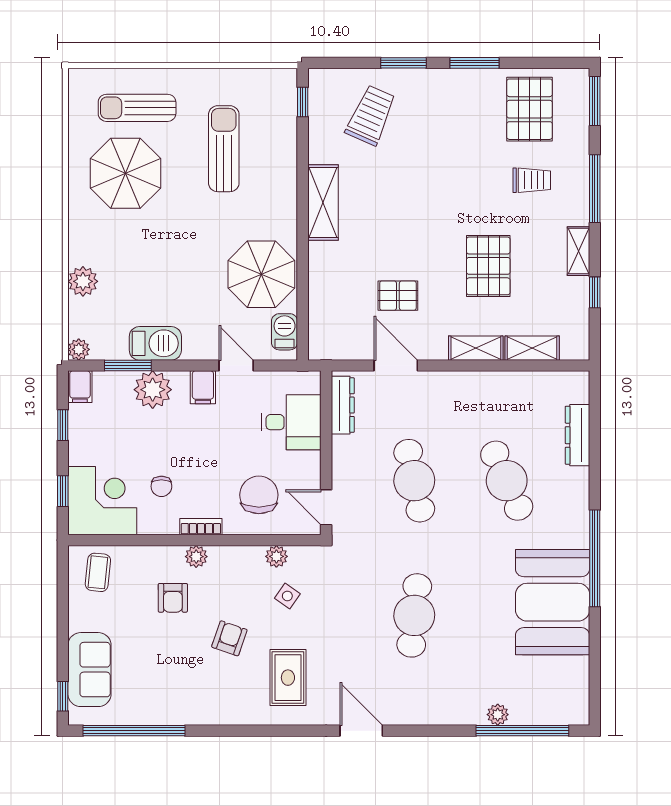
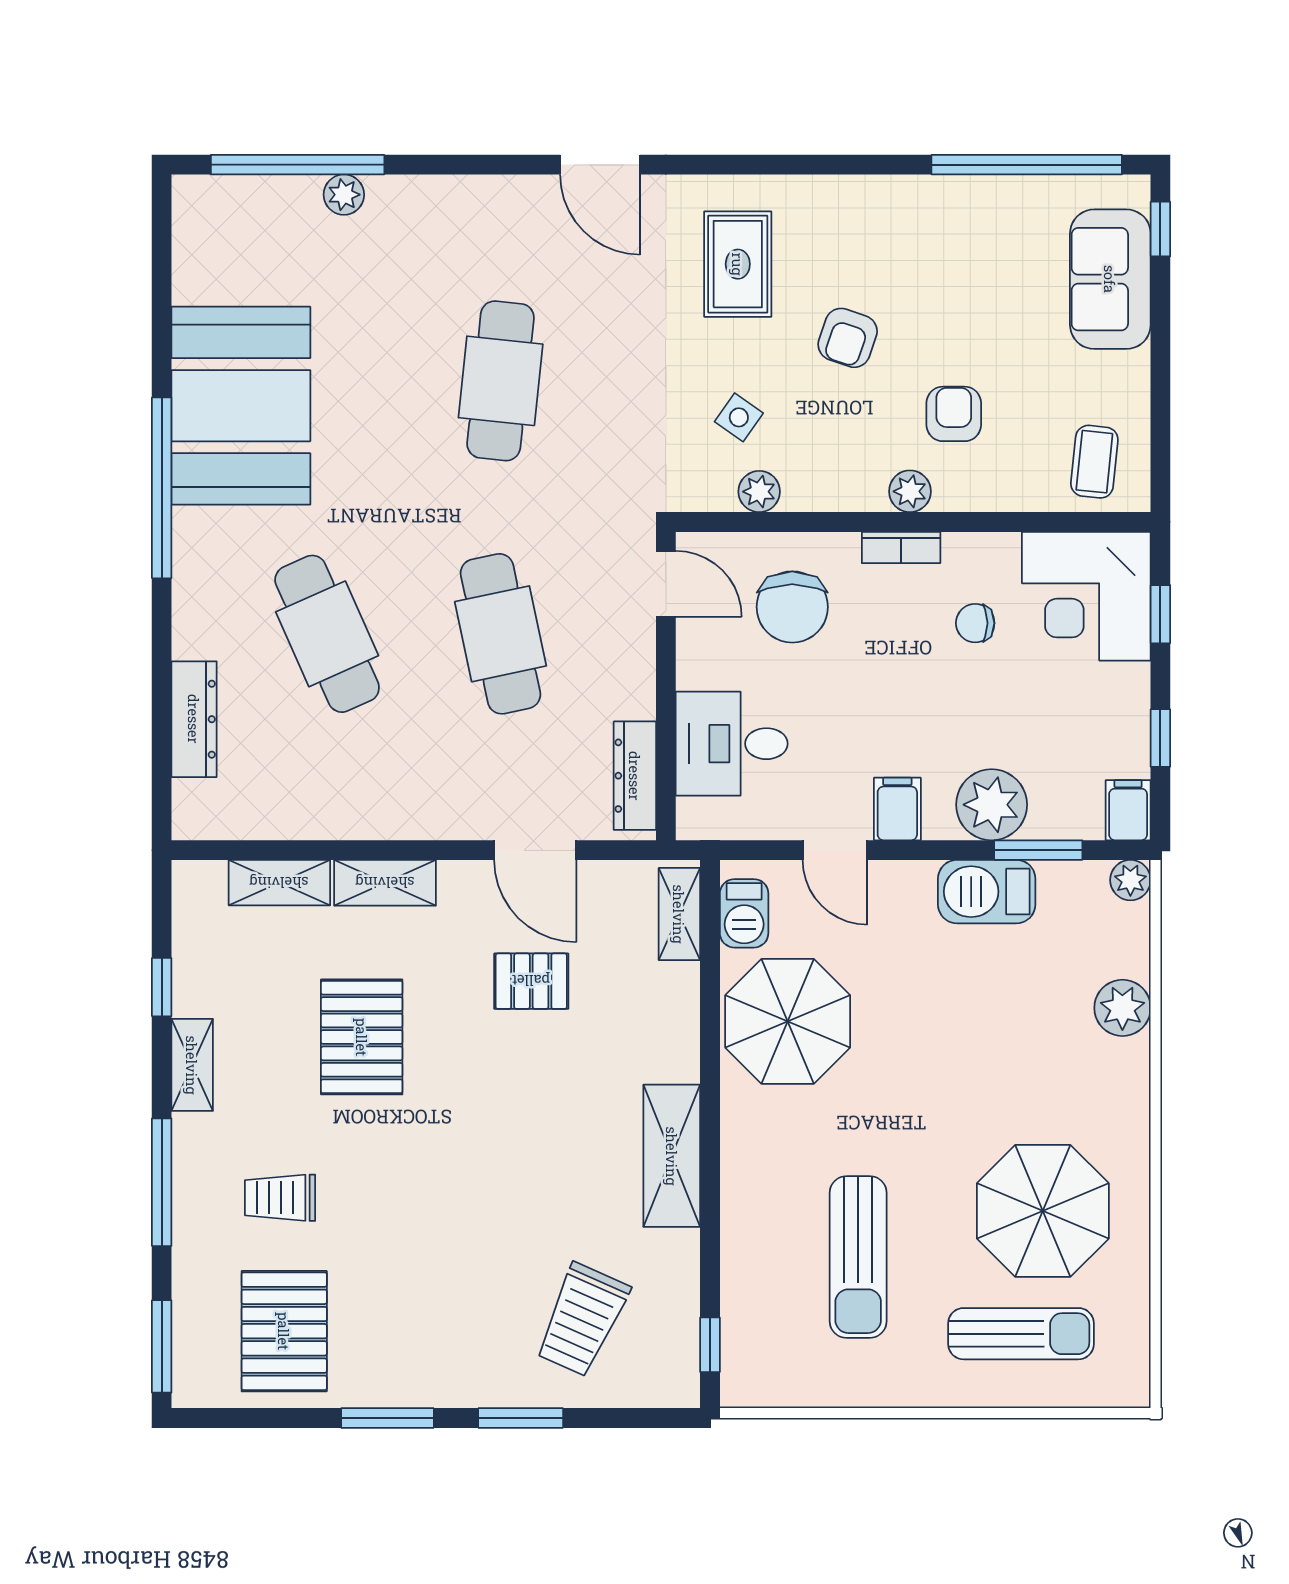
shelving: (319, 331) -> (679, 914), added
chair: (161, 486) -> (975, 623), turned -90

